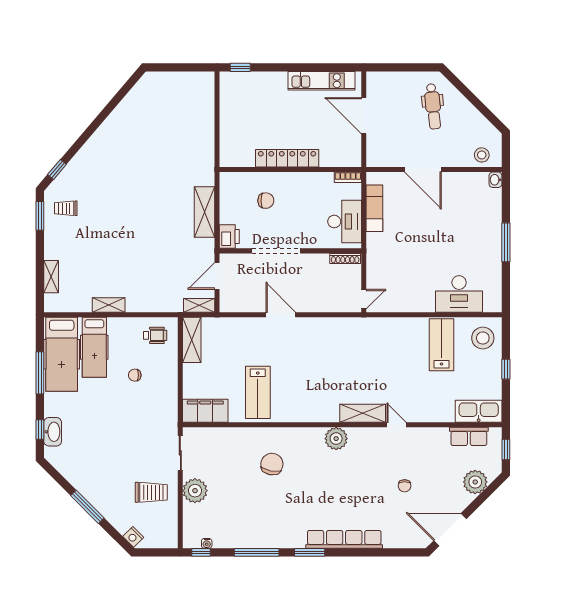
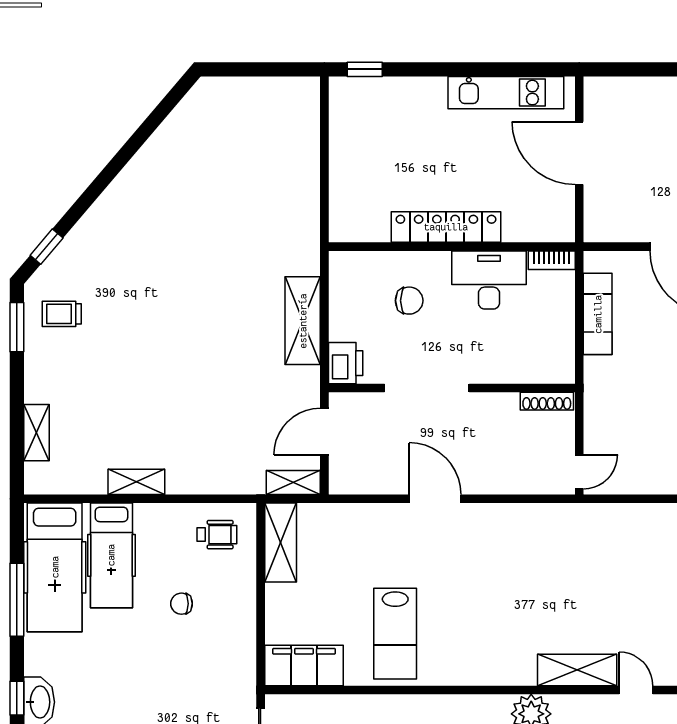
desk: (345, 222) -> (489, 280), moved, turned -90

